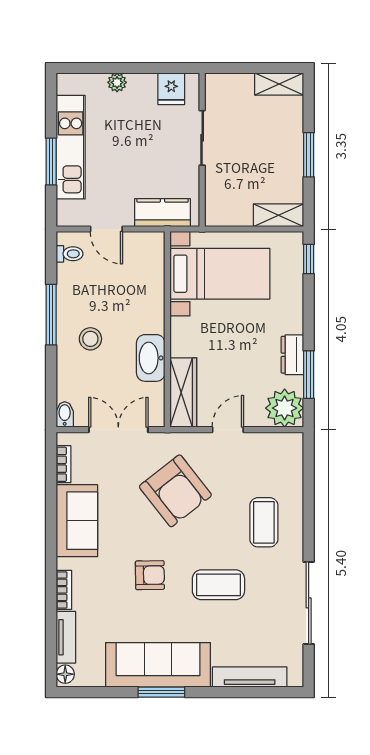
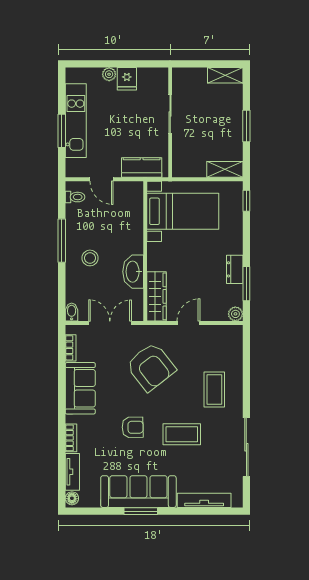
fridge: (171, 89) -> (127, 79), moved
plant: (285, 408) -> (235, 314), width x0.53, depth x0.53

